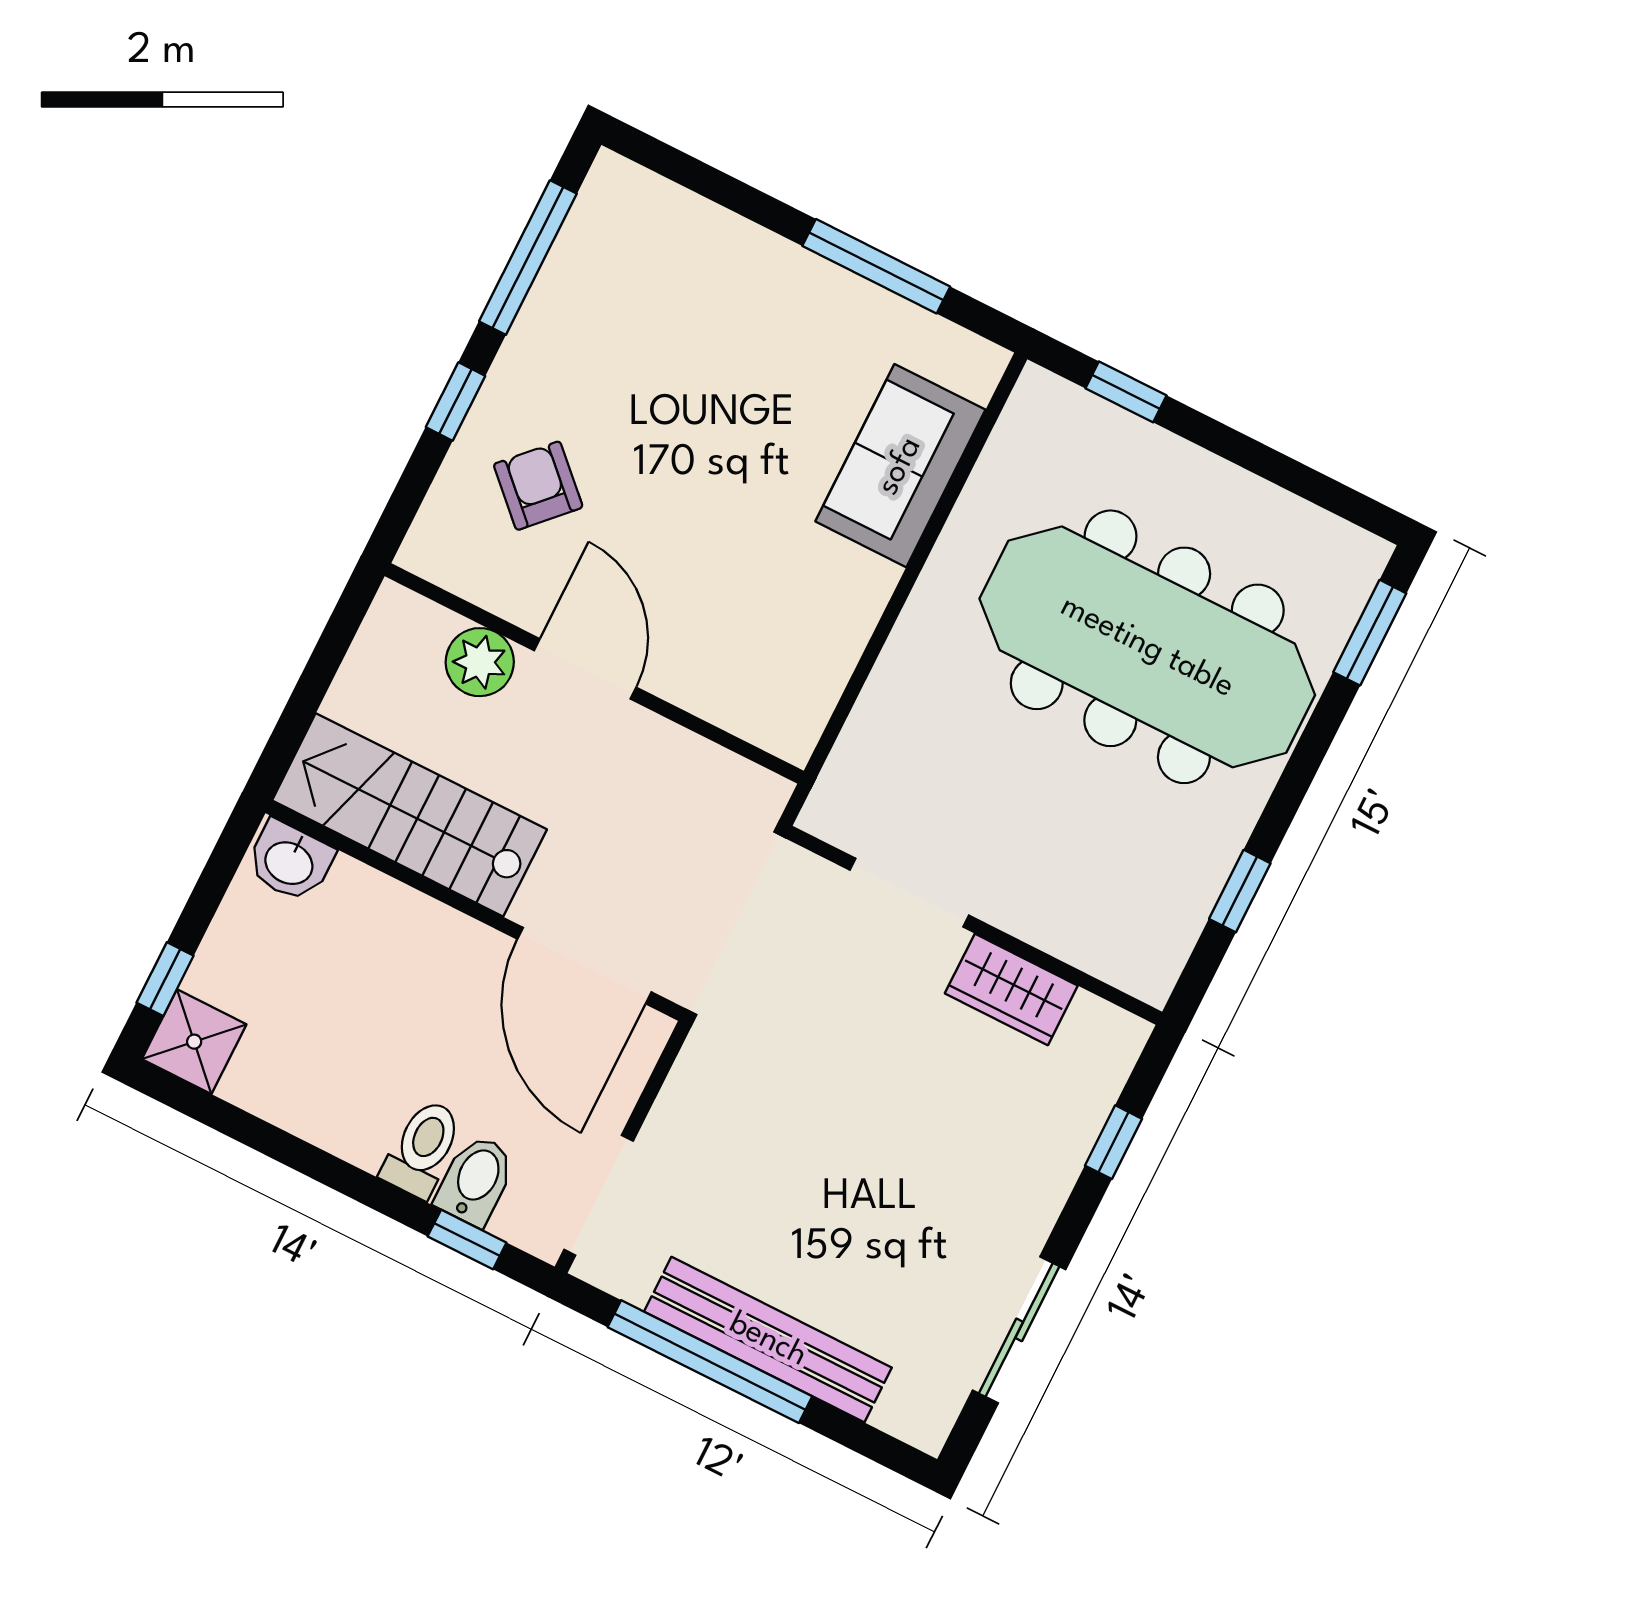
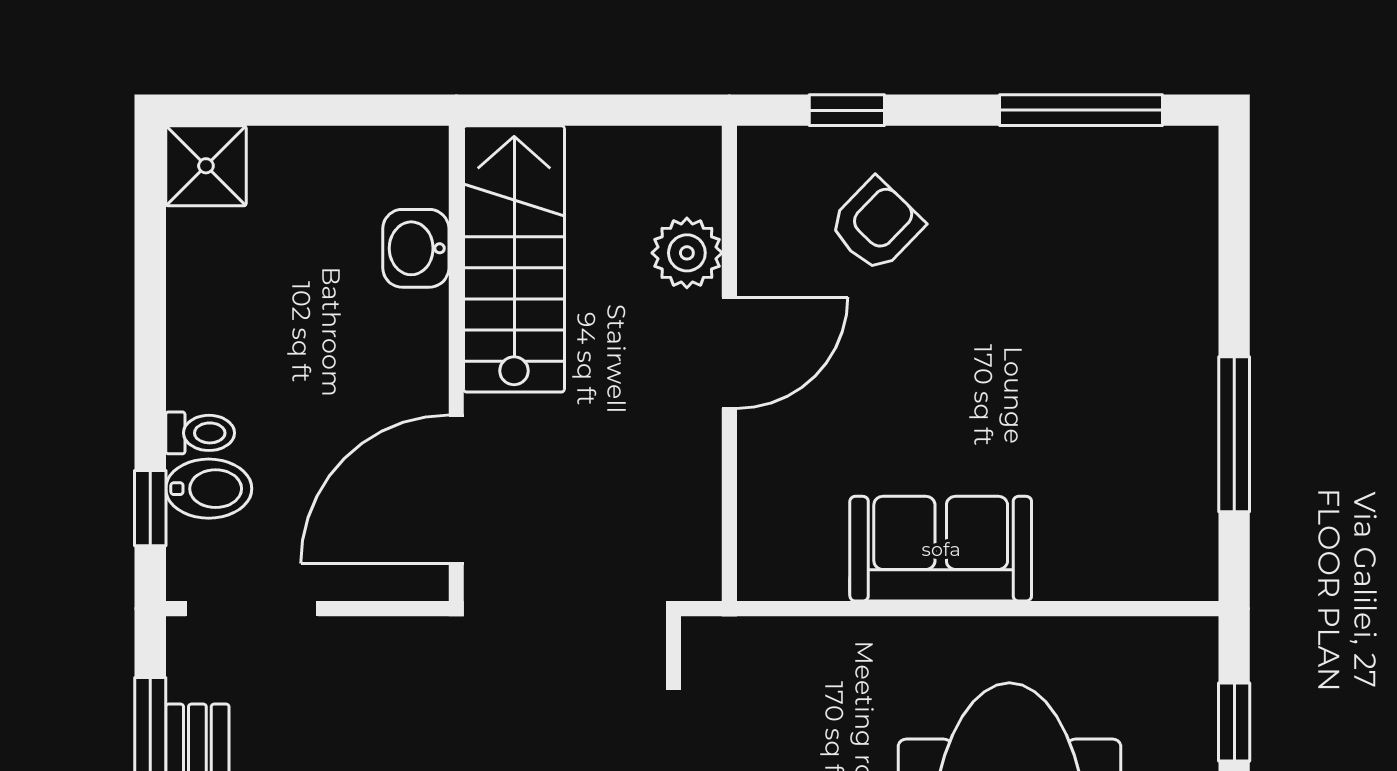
window: (456, 401) -> (847, 110), moved
sofa: (900, 466) -> (941, 549), moved
washbasin: (290, 861) -> (416, 248), moved
window: (165, 979) -> (250, 110), removed
toilet: (423, 1148) -> (200, 433), width x0.73, depth x0.72

